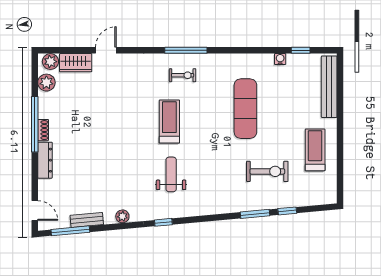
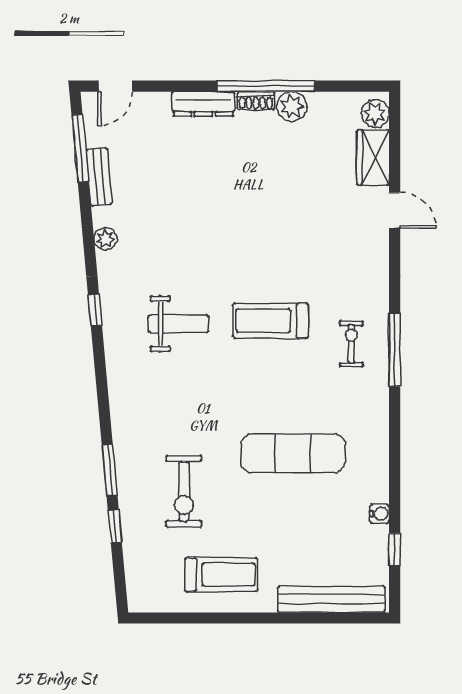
exercise bike: (183, 75) -> (351, 344), turned 180
plant: (46, 83) -> (292, 107), moved
treadmill: (169, 121) -> (271, 321), turned 180

